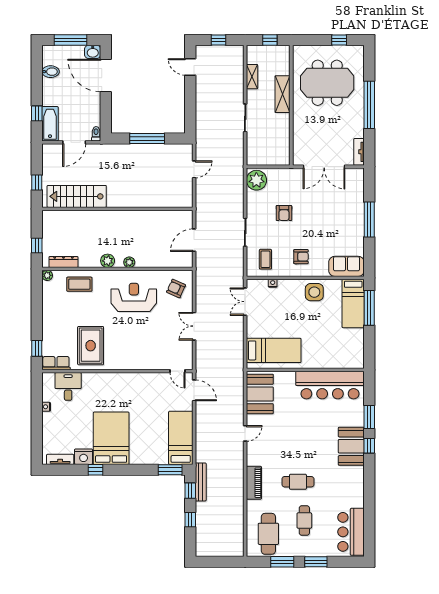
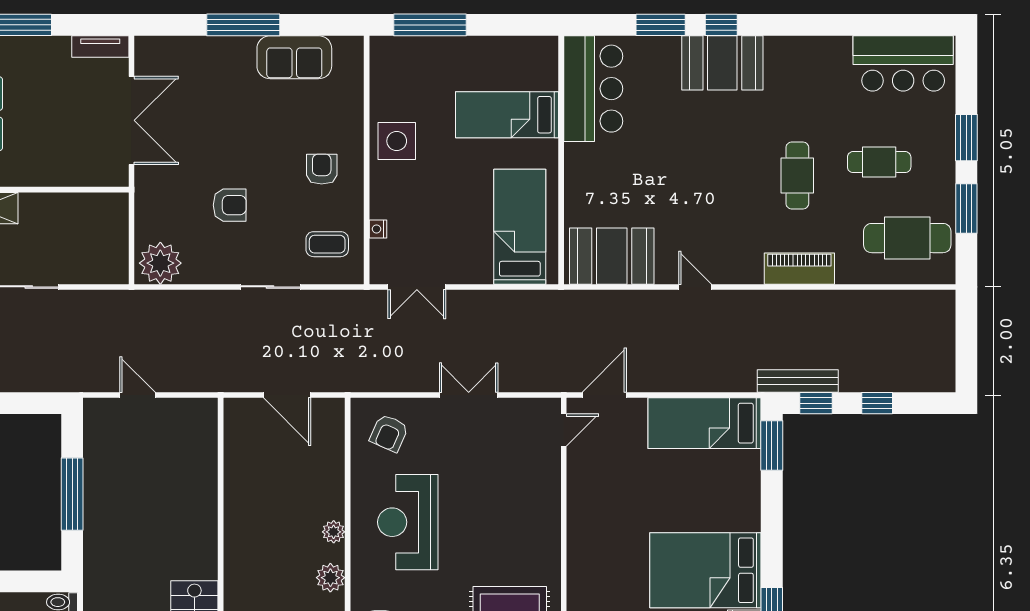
sofa: (347, 266) -> (294, 57), moved, turned -90
bed: (353, 303) -> (507, 115), moved, turned 180
double door: (194, 326) -> (469, 395), swing flipped
bar counter: (330, 385) -> (593, 89), width x0.73

